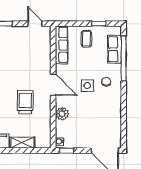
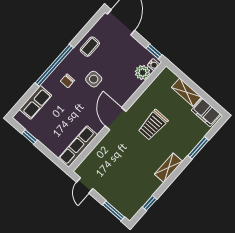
coffee table: (86, 39) -> (90, 47), moved
window: (124, 59) -> (54, 65), moved
side table: (87, 86) -> (94, 79), moved
plant: (62, 114) -> (143, 73), moved

